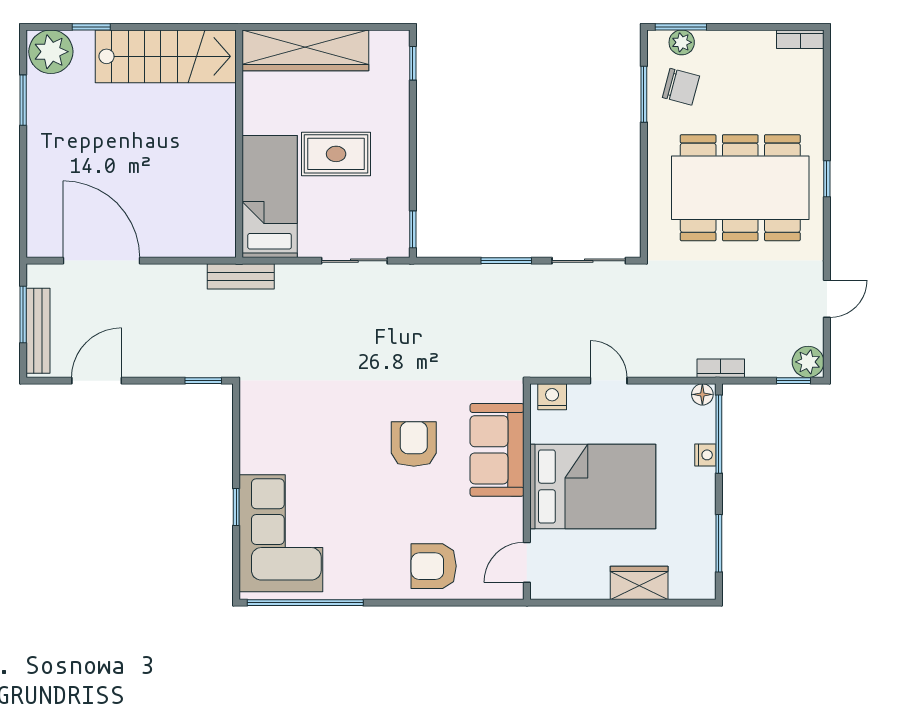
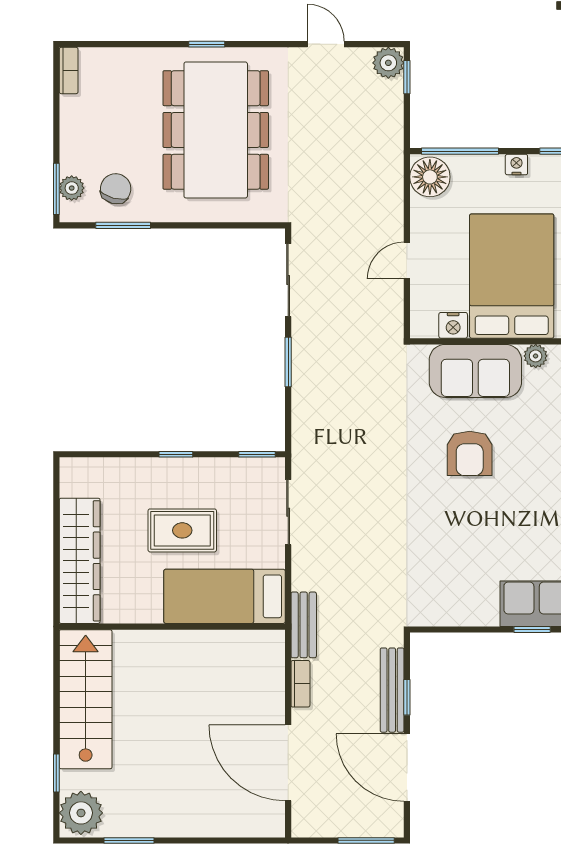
window: (413, 63) -> (176, 454), moved
rug: (336, 154) -> (182, 530), turned 90
door: (101, 261) -> (288, 763), hinge flipped
window: (23, 315) -> (366, 840), moved
bench: (38, 331) -> (392, 690), moved, turned 90
bookcase: (721, 368) -> (300, 684), moved, turned 180
door: (97, 381) -> (407, 768), width x1.36
window: (203, 381) -> (407, 697), moved
floor lamp: (702, 394) -> (430, 177), width x1.89, depth x1.89
nightstand: (552, 397) -> (453, 325), moved, turned -90
armchair: (414, 444) -> (470, 453), turned -90
nightstand: (705, 455) -> (516, 165), moved
plant: (512, 511) -> (536, 356), added

